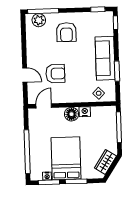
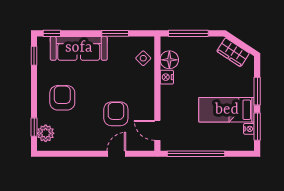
window: (43, 11) -> (34, 127), width x0.46
armchair: (66, 32) -> (62, 98), turned -90
sofa: (105, 58) -> (79, 48), moved
floor lamp: (72, 114) -> (169, 60), moved
window: (27, 152) -> (196, 154), moved
bed: (66, 158) -> (227, 110), width x0.67

